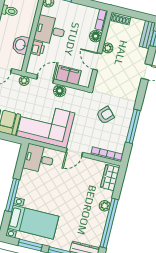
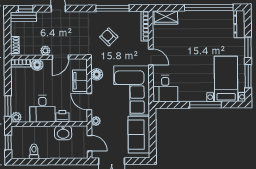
floor lamp: (60, 91) -> (97, 74), moved
plant: (105, 206) -> (194, 16), removed

